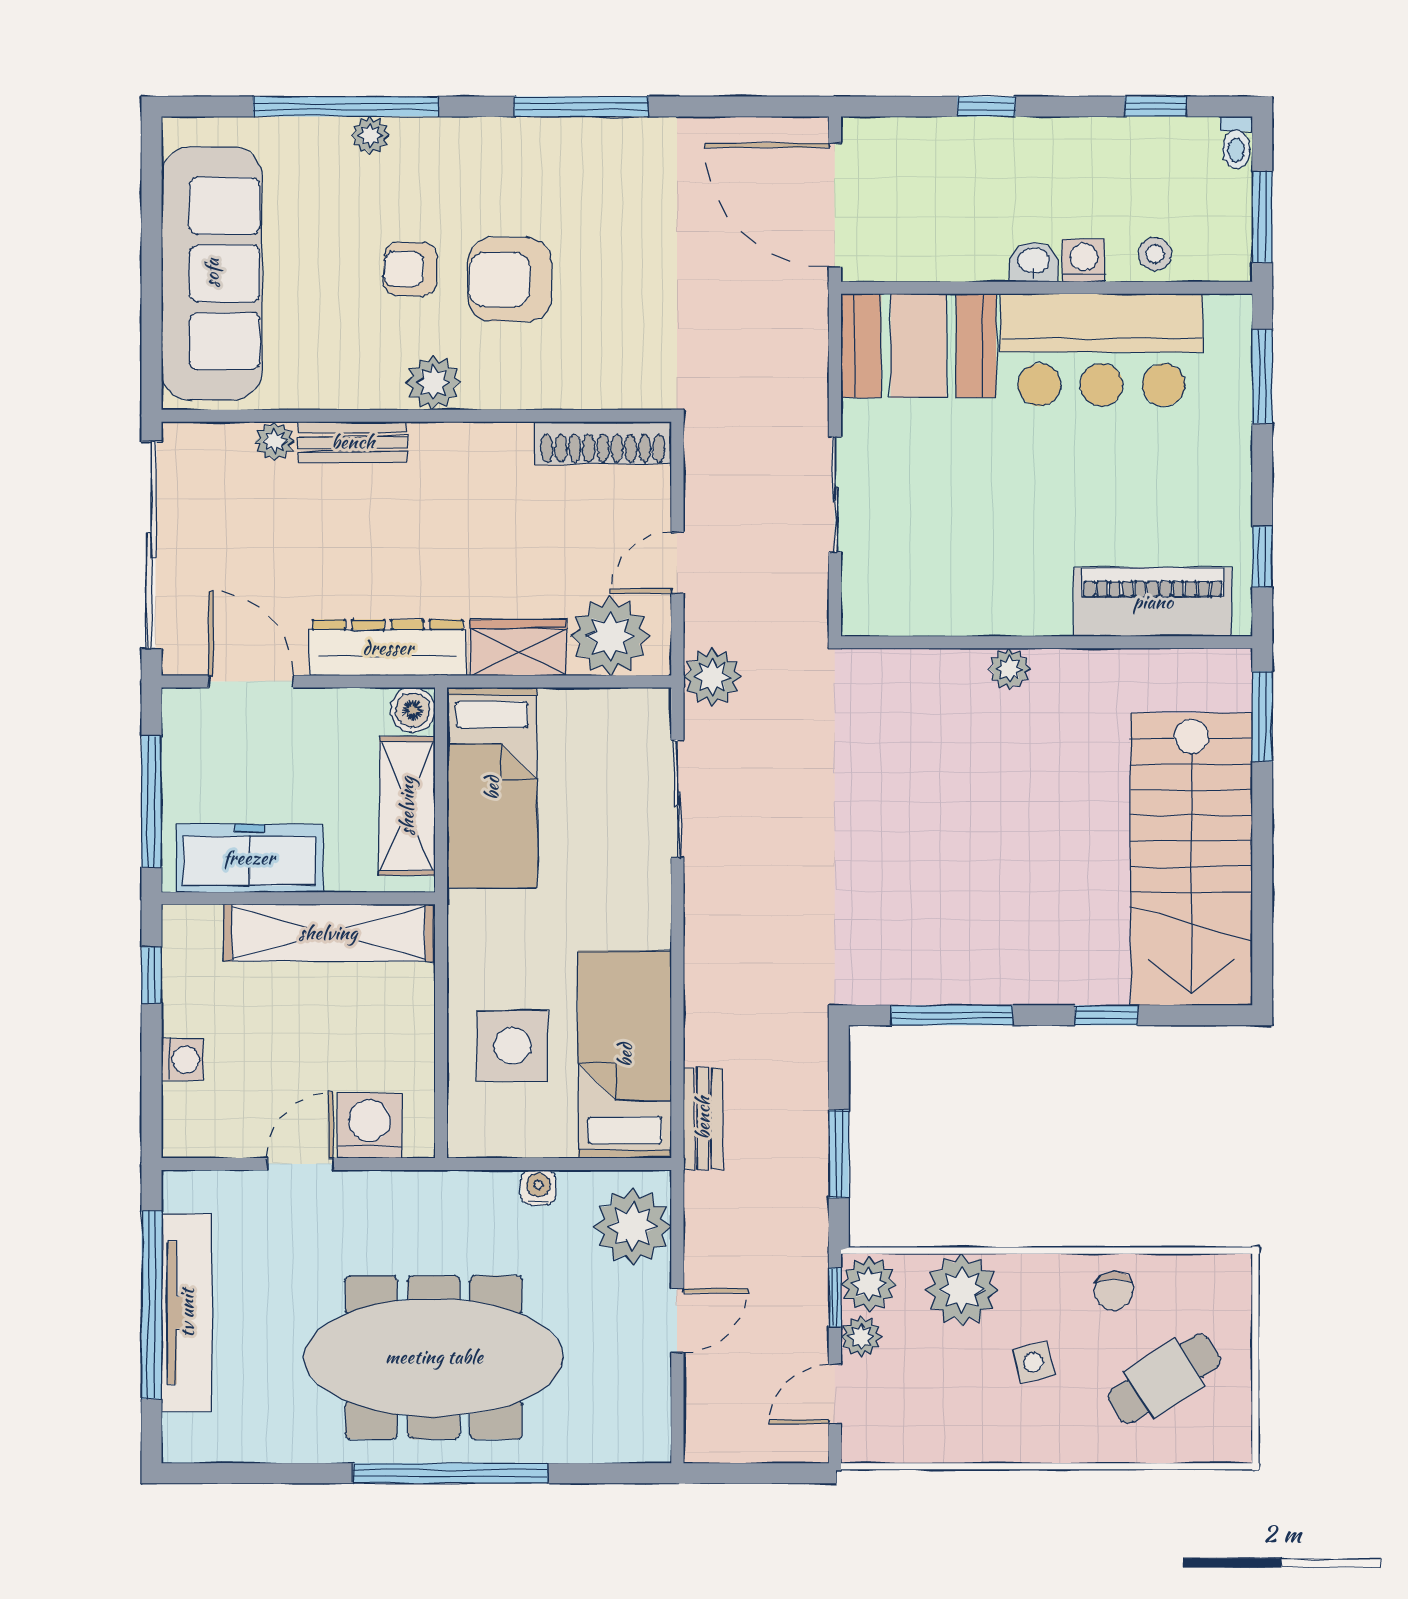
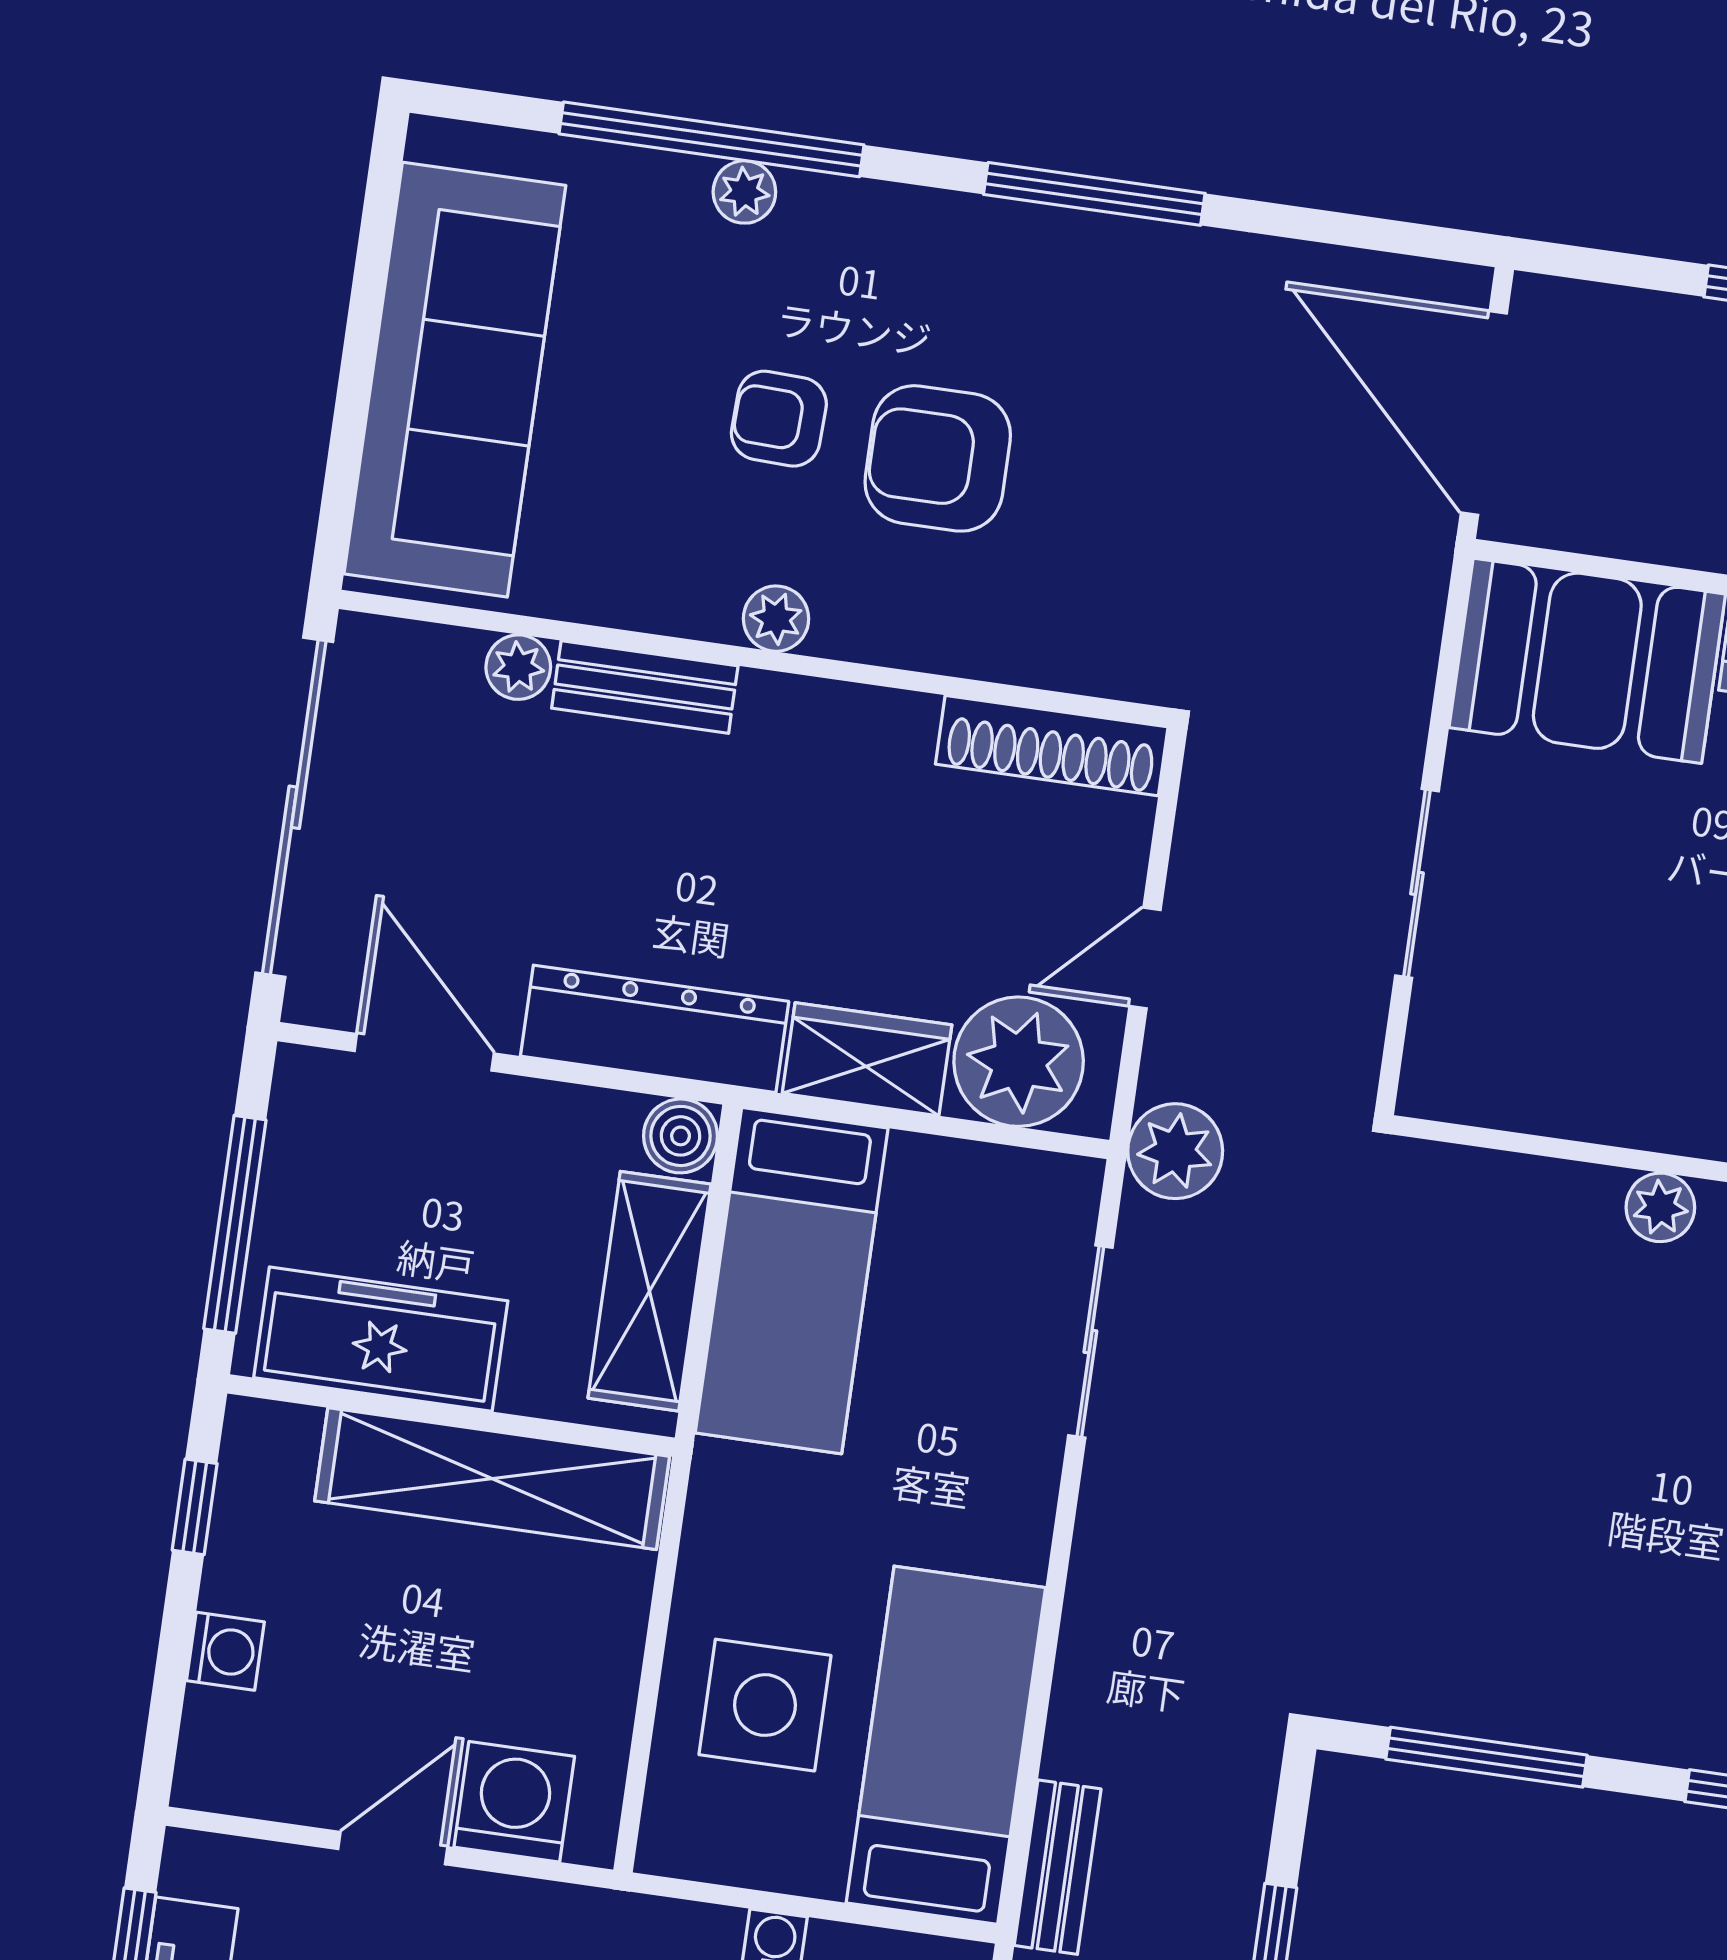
plant: (433, 382) -> (776, 619), width x0.73, depth x0.73

